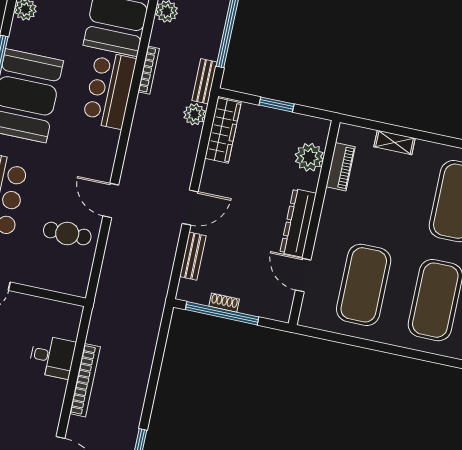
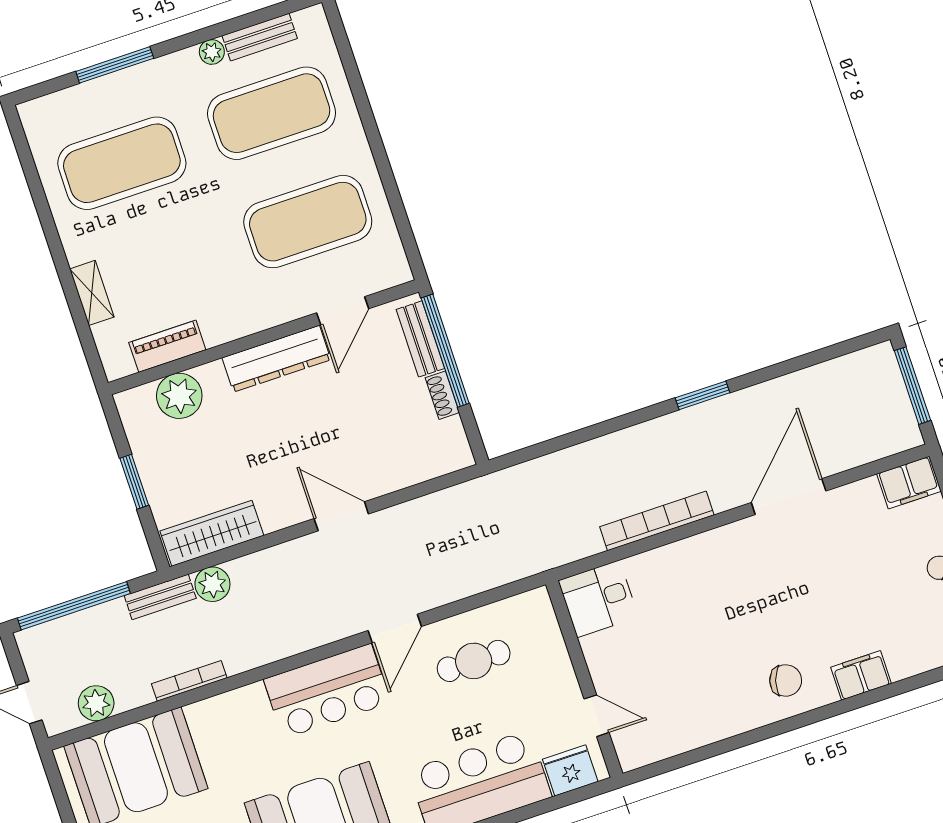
bar counter: (109, 90) -> (327, 691), moved
cafe table: (67, 234) -> (474, 661), turned 90
bench: (193, 256) -> (420, 339), moved, turned 90
window: (222, 313) -> (445, 351), moved
desk: (52, 357) -> (598, 599), moved, turned -90

